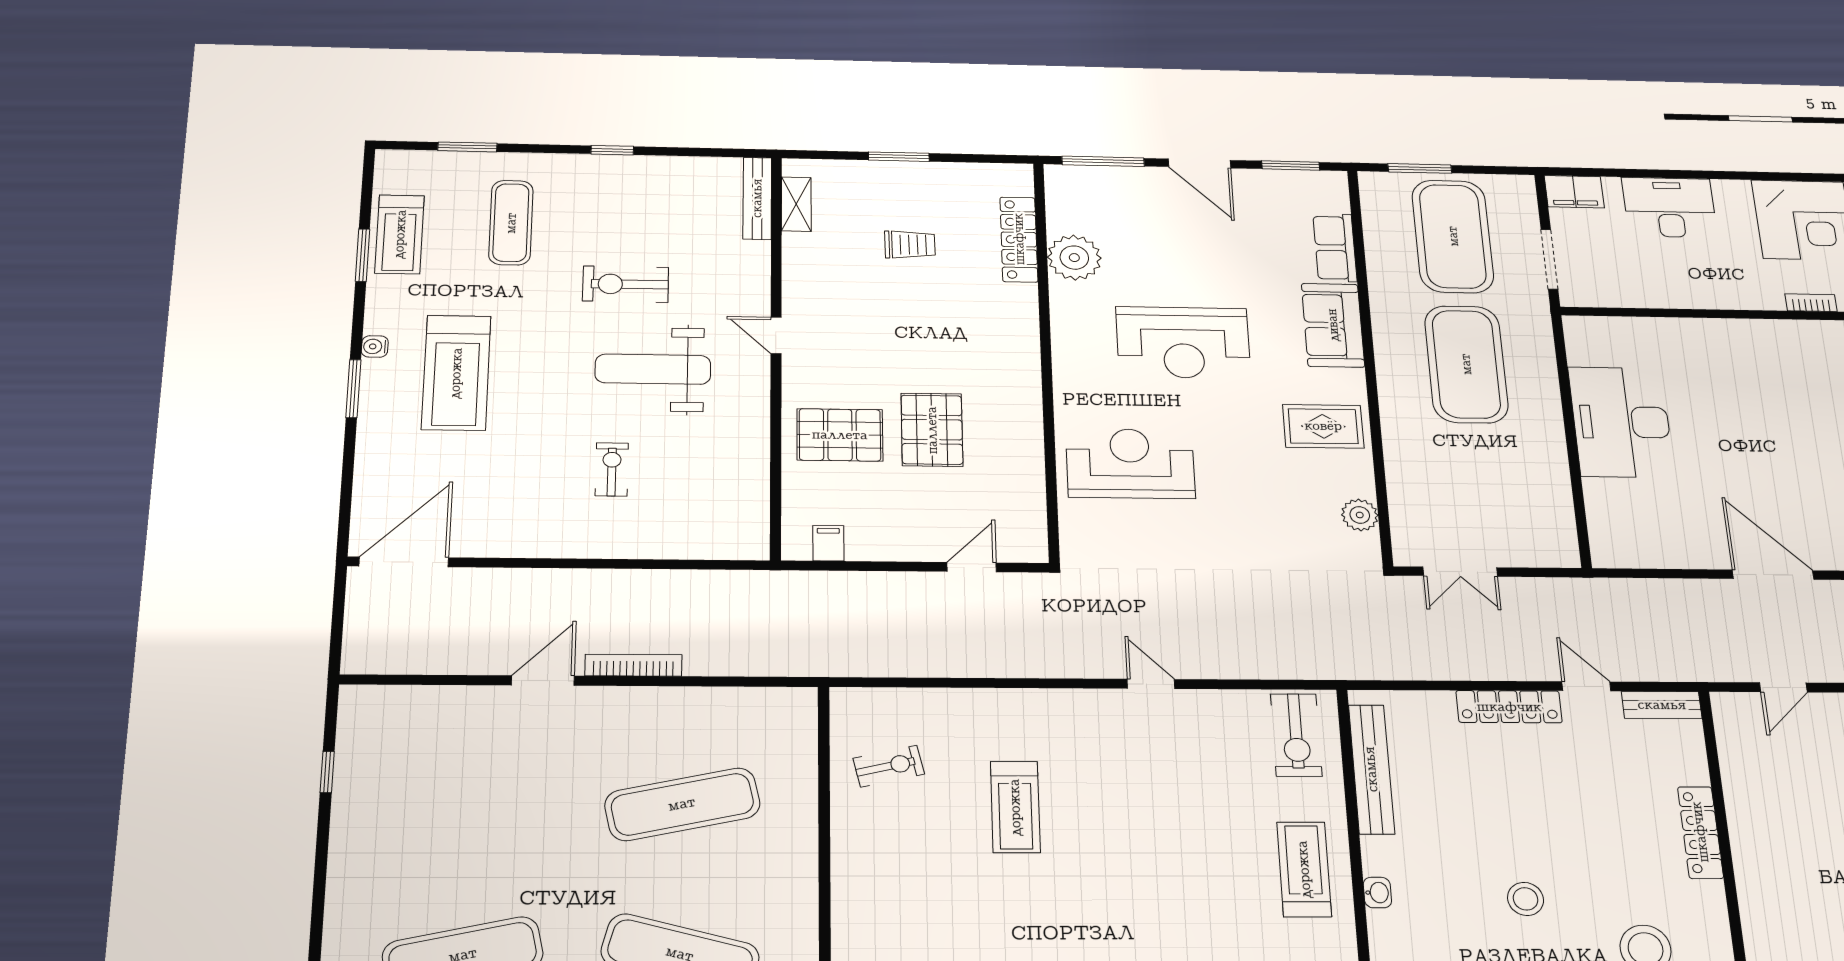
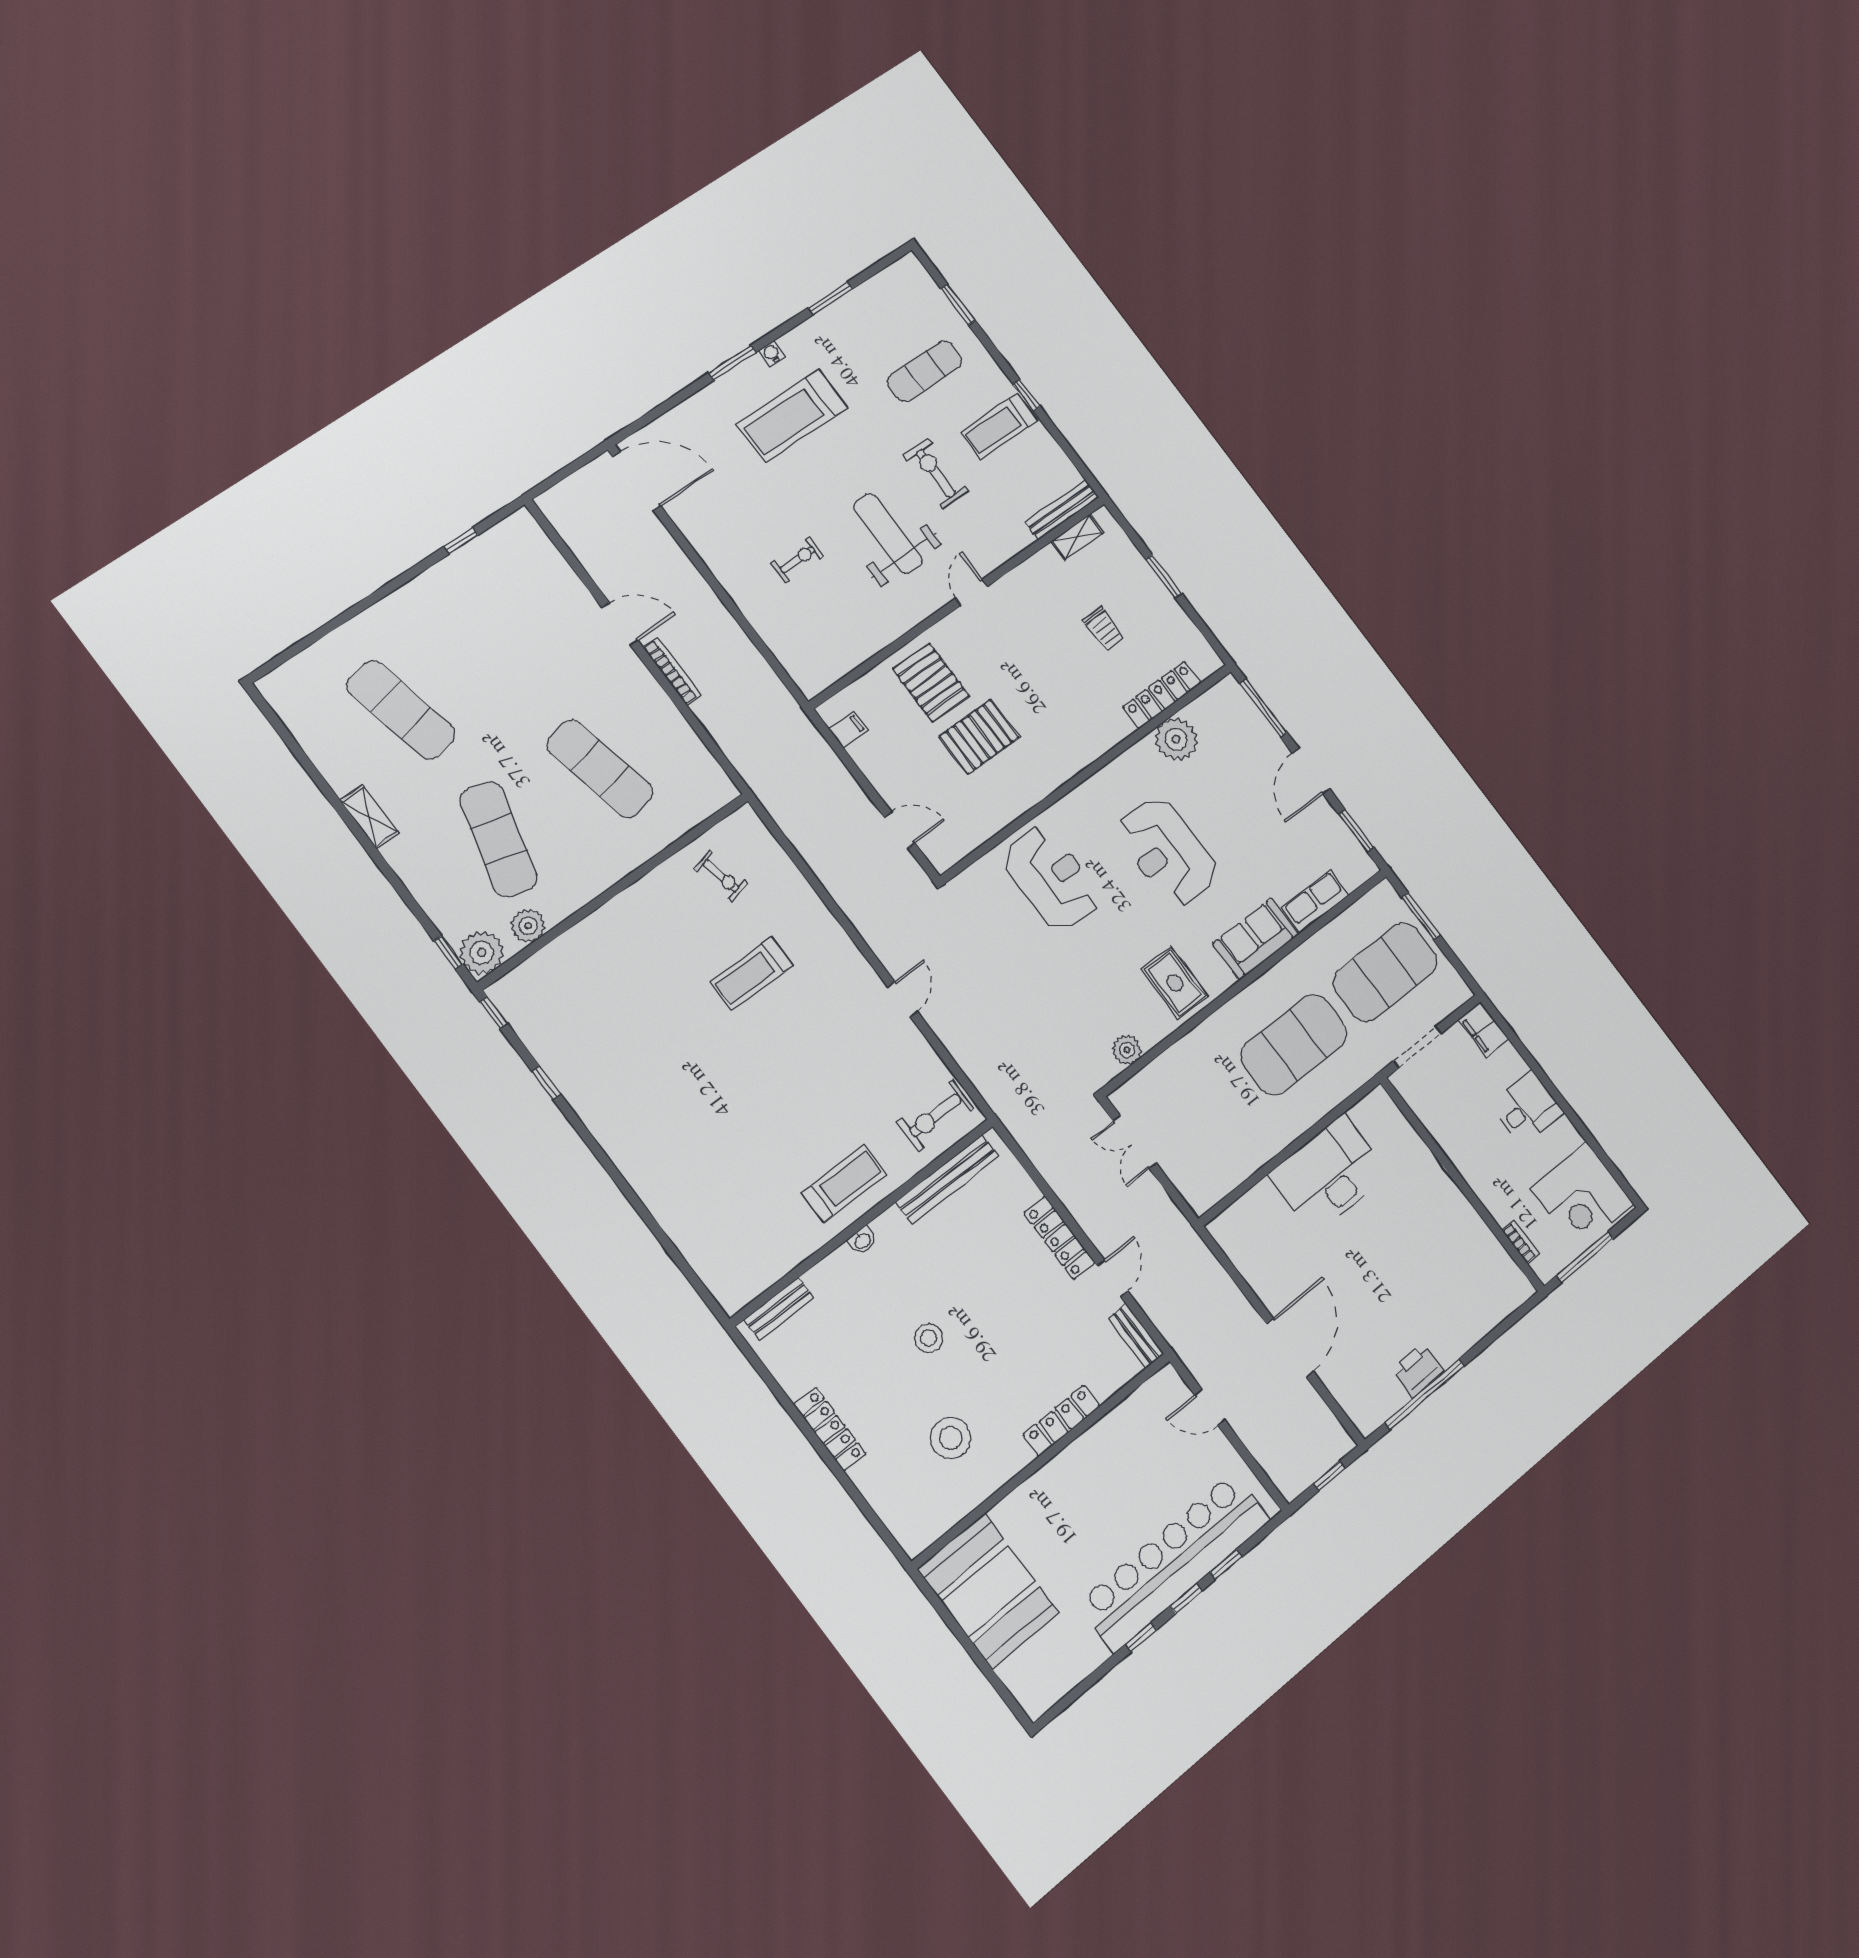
desk: (1669, 207) -> (1527, 1109), width x0.73
treadmill: (400, 234) -> (999, 426), moved

